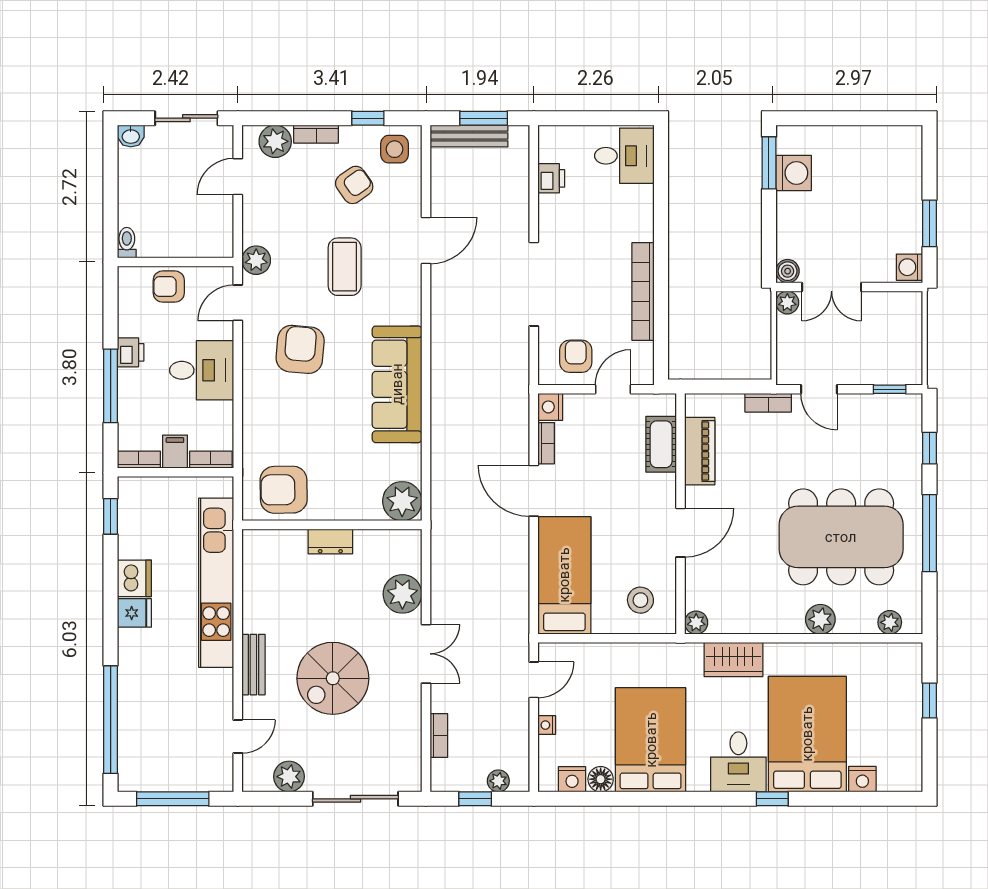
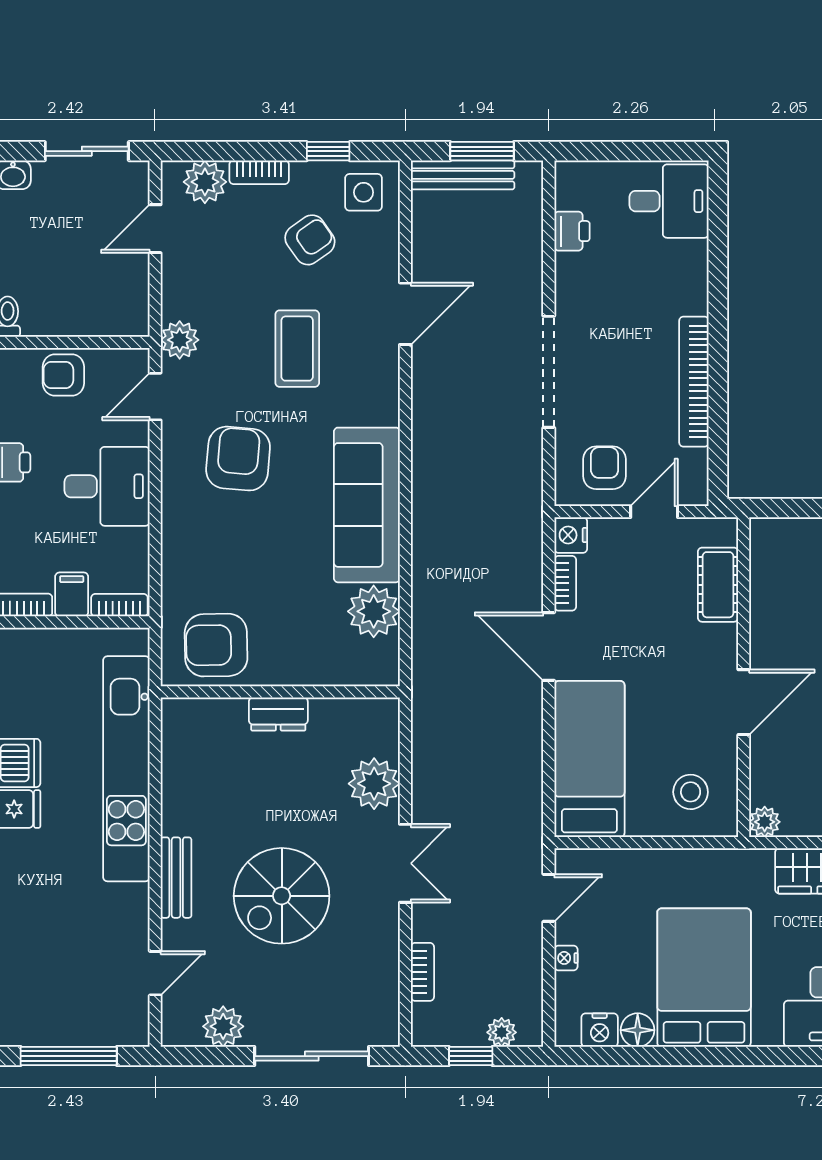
piano: (700, 451) -> (769, 594), removed
plant: (402, 501) -> (374, 611), moved

